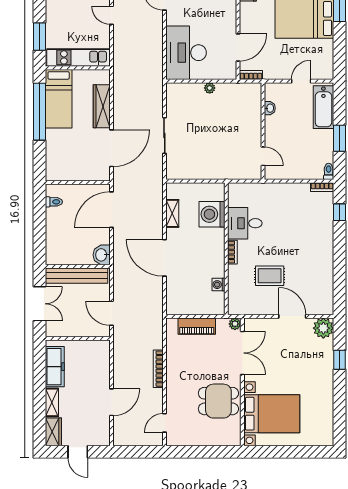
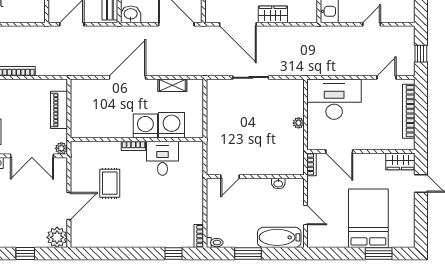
wardrobe: (102, 106) -> (273, 14), width x0.67
washing machine: (218, 285) -> (145, 126), moved, width x1.89, depth x1.89

